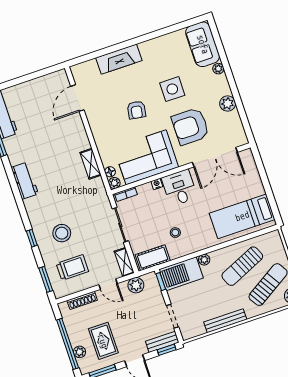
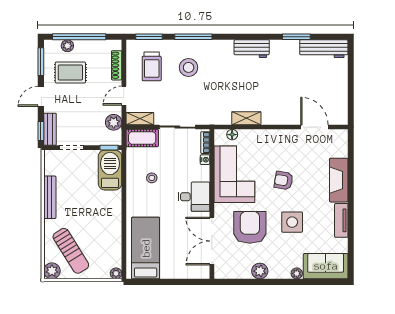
tv unit: (155, 44) -> (341, 220), added
plant: (114, 183) -> (220, 135), removed
nightstand: (157, 184) -> (205, 160), moved
window: (32, 238) -> (193, 37), width x2.17
cot: (153, 258) -> (142, 138), moved, turned 90
plant: (204, 260) -> (116, 273), moved
sun lounger: (242, 266) -> (97, 232), removed

